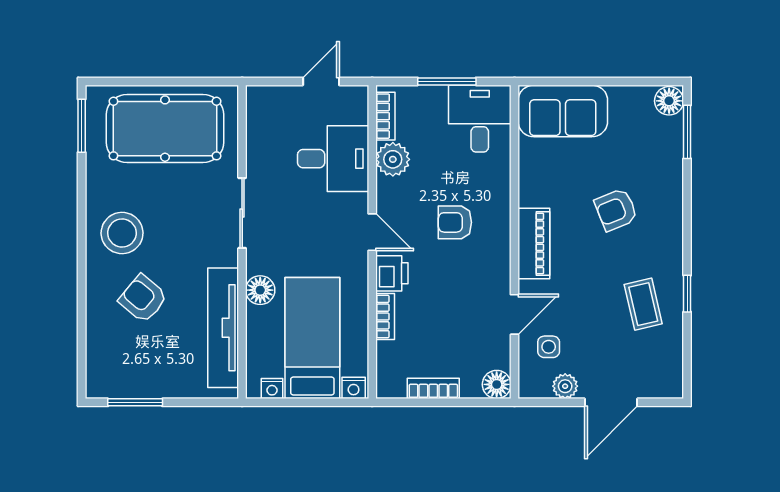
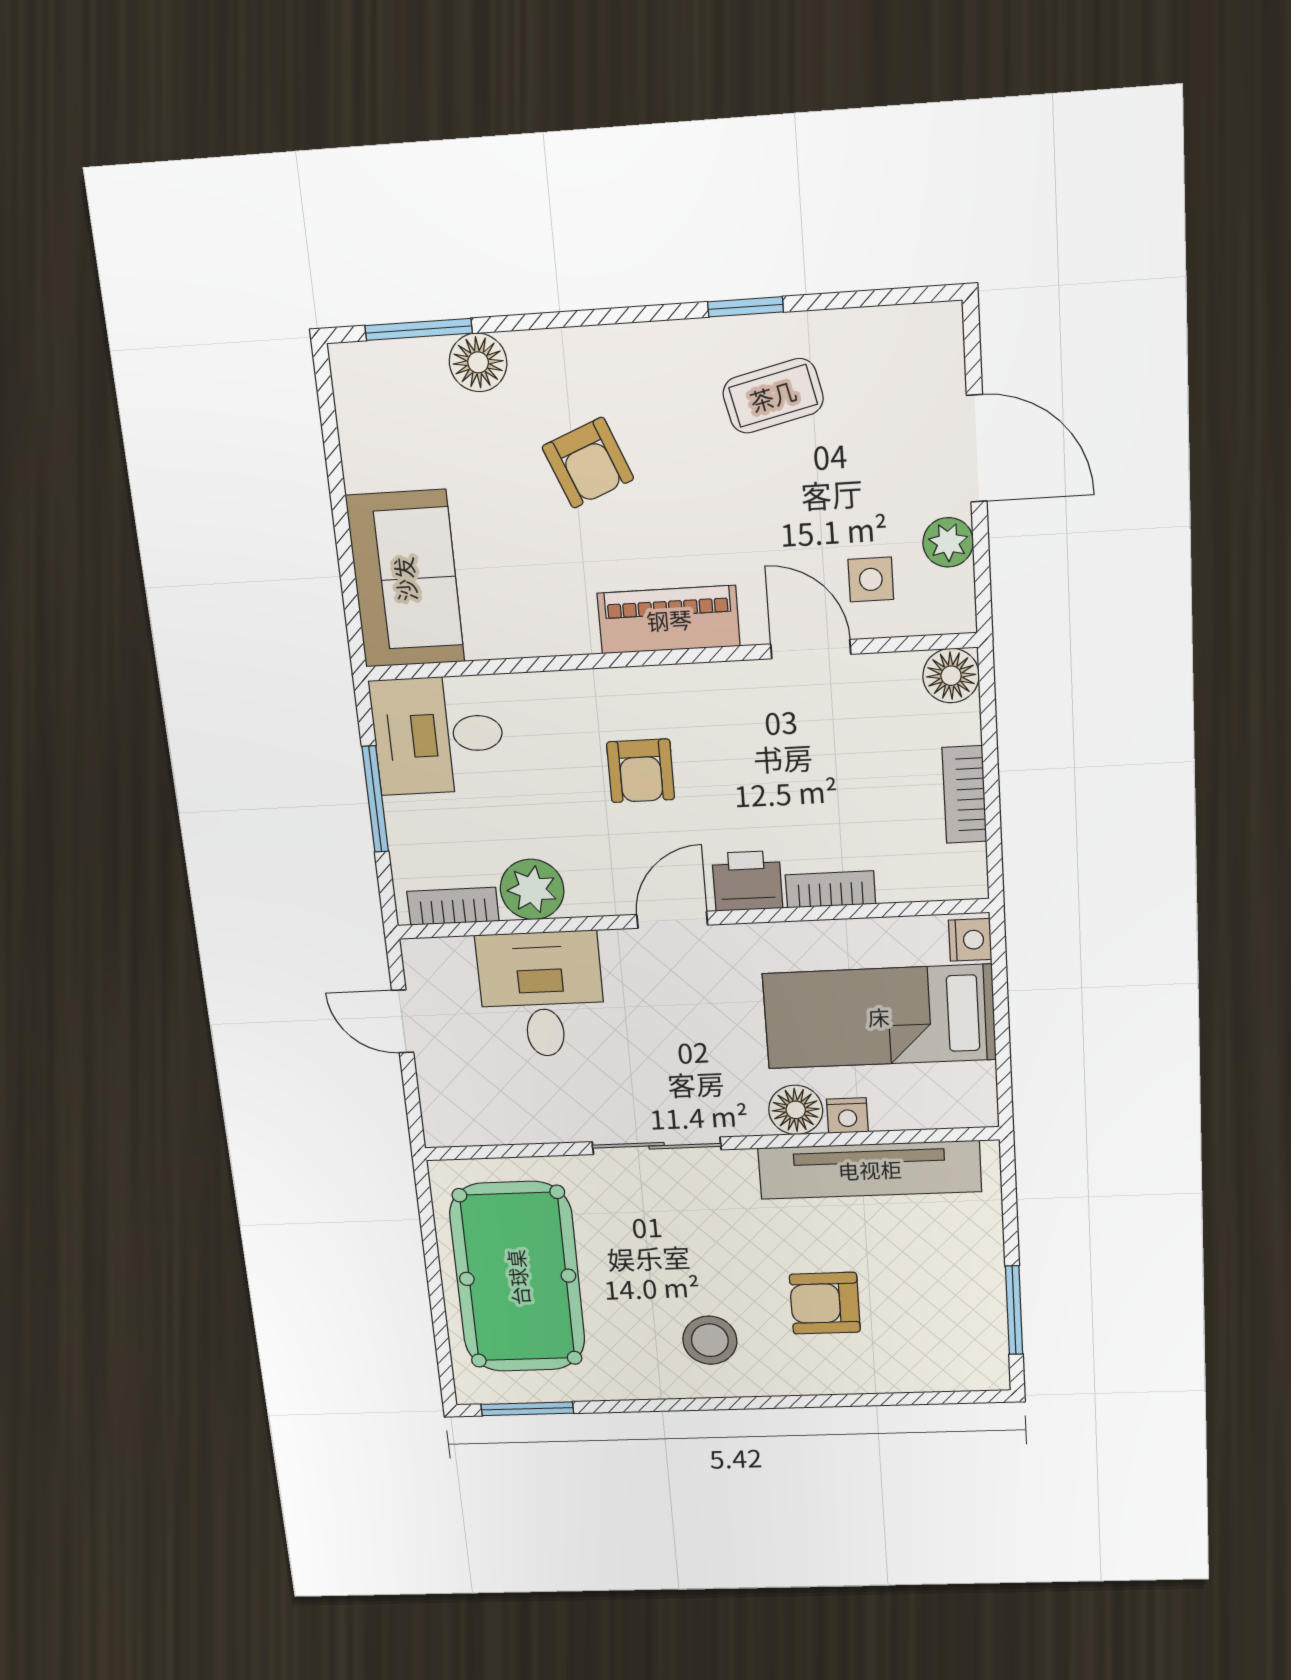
floor lamp: (669, 101) -> (478, 362), moved
stool: (122, 233) -> (710, 1340), width x0.73, depth x0.73
armchair: (143, 299) -> (825, 1303), turned 50
nightstand: (272, 389) -> (847, 1115), moved, turned 90

